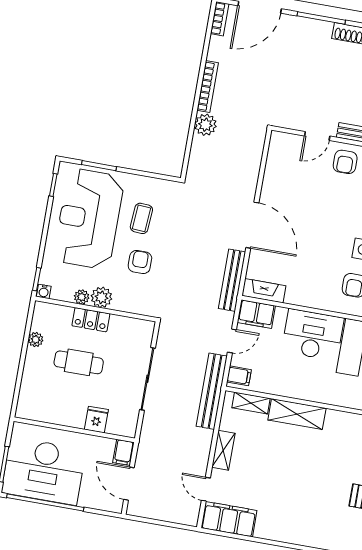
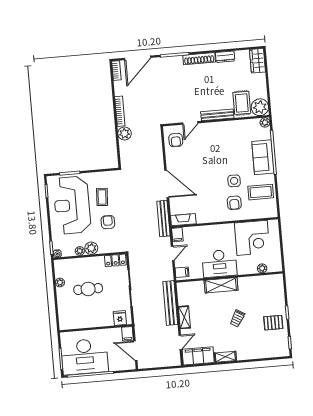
armchair: (345, 162) -> (176, 140), moved
filing cabinet: (256, 314) -> (177, 235), width x0.50
locker: (91, 320) -> (115, 260), moved
desk: (313, 335) -> (219, 263), moved, turned 180
bench: (212, 391) -> (170, 303), moved
shelving: (251, 403) -> (225, 357), moved
fridge: (96, 420) -> (120, 318), moved
trolley: (309, 475) -> (237, 318), added
door: (206, 489) -> (180, 342), swing flipped

